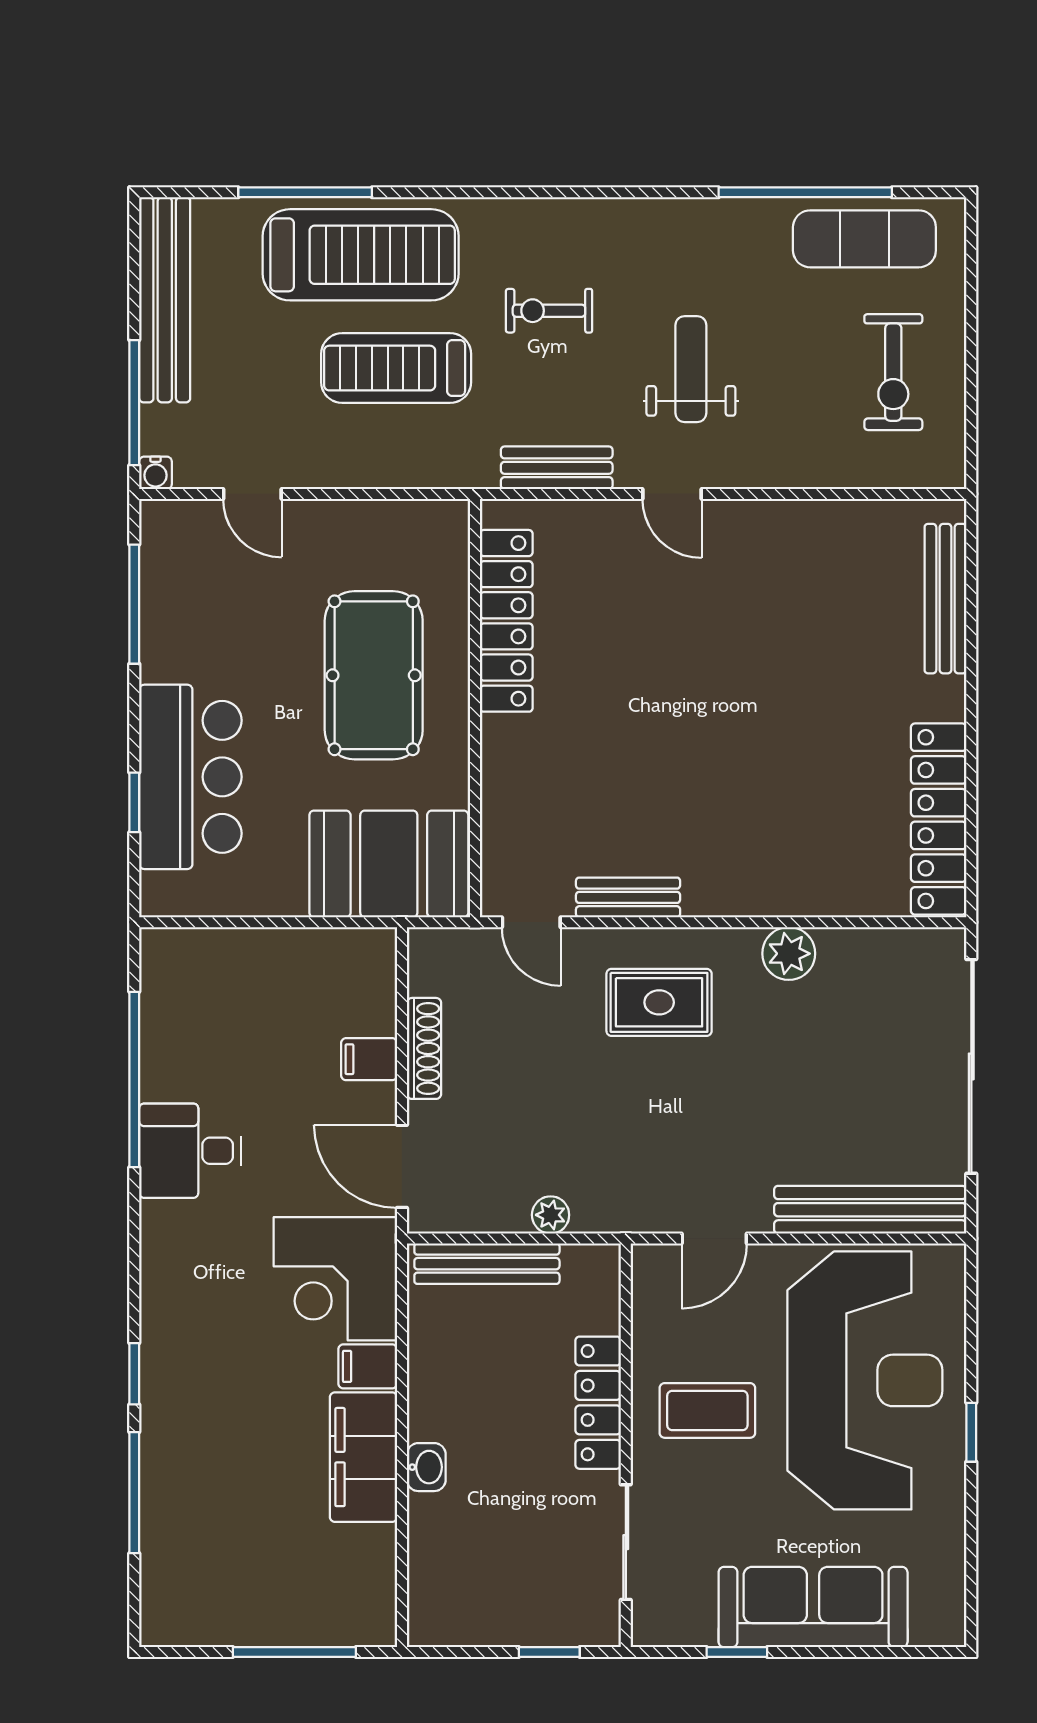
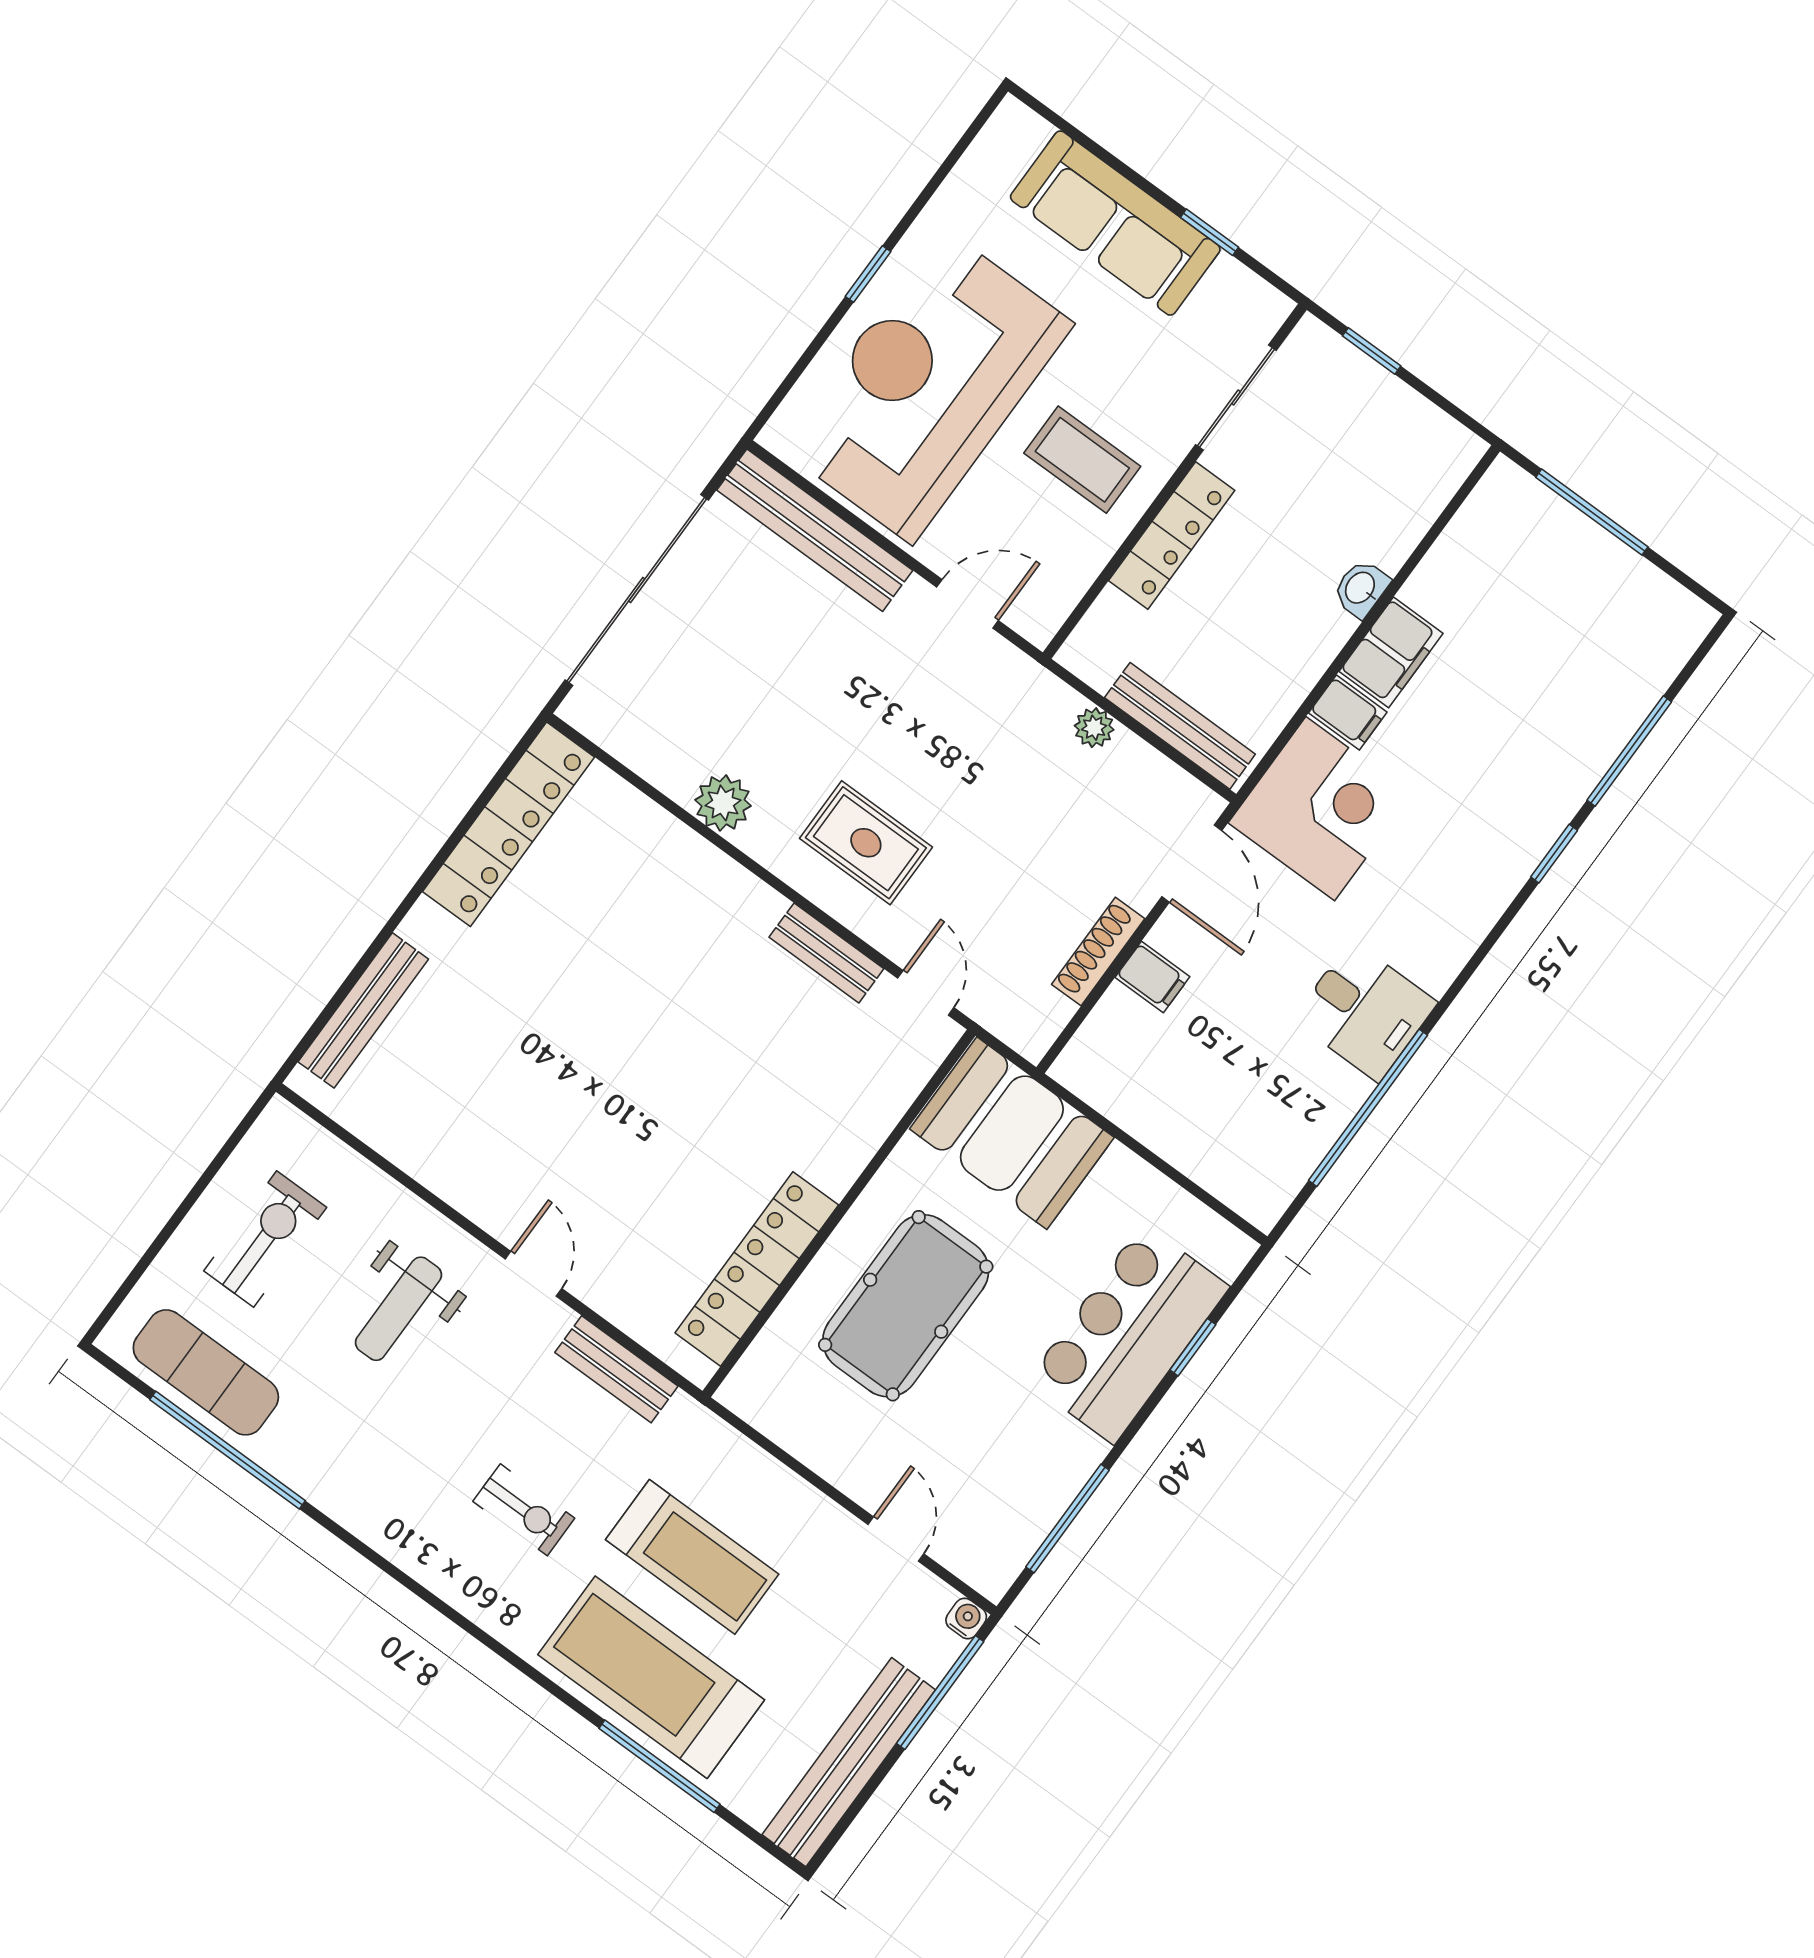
weight bench: (691, 369) -> (398, 1309), moved
filing cabinet: (364, 1457) -> (1391, 652), width x0.67, depth x0.86

